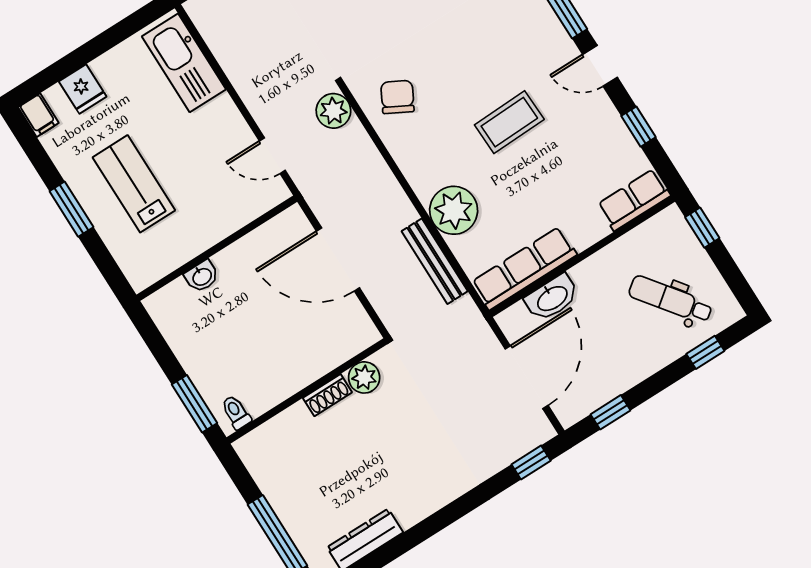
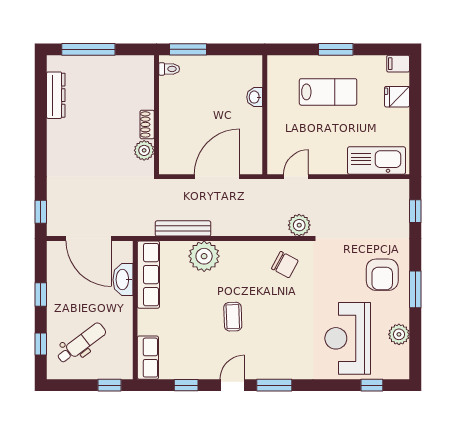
coffee table: (509, 122) -> (233, 317), width x0.73, depth x0.77
window: (611, 412) -> (41, 294), moved

